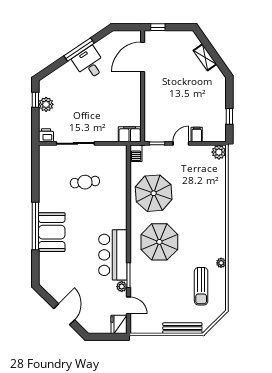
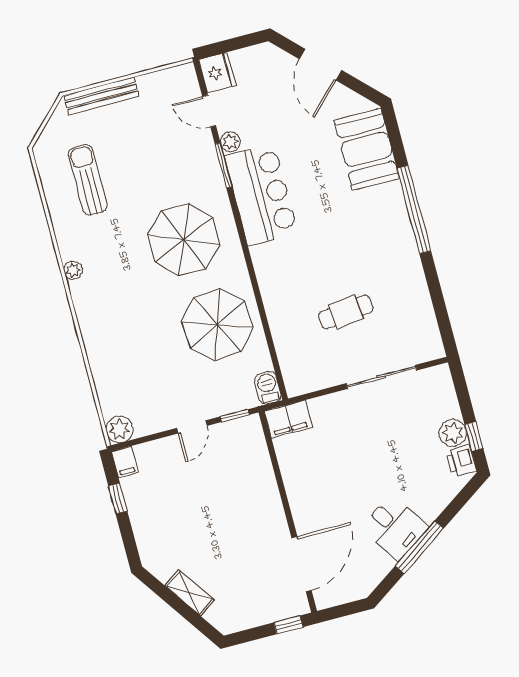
filing cabinet: (197, 134) -> (125, 462), moved
printer: (46, 135) -> (461, 461), moved, turned 90
booth: (52, 232) -> (367, 149), moved
plant: (221, 263) -> (73, 270), moved

